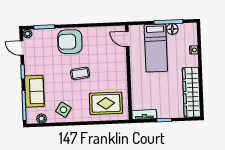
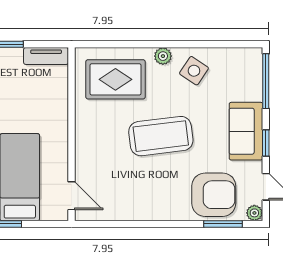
armchair: (70, 42) -> (214, 195), moved
coffee table: (80, 73) -> (161, 136), width x1.86, depth x1.72
sofa: (34, 91) -> (246, 131), moved
plant: (42, 119) -> (163, 56), moved

